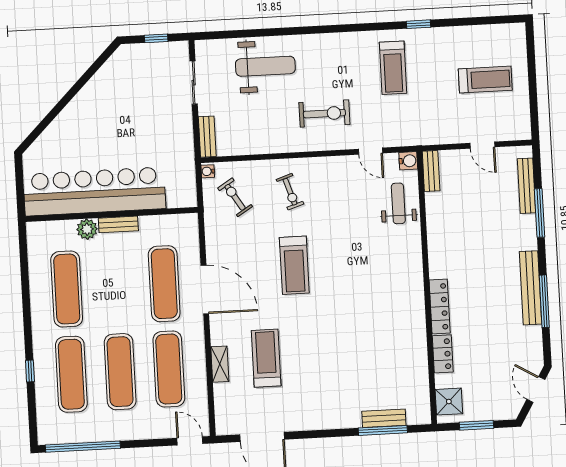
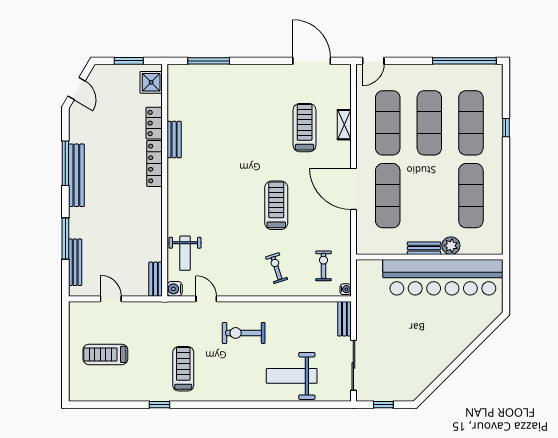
sliding door: (194, 83) -> (353, 365), width x1.37
exercise bike: (235, 197) -> (324, 266), turned -148
treadmill: (266, 358) -> (305, 128), turned 180
bench: (384, 418) -> (174, 140), moved, turned 90
door: (190, 441) -> (373, 61), hinge flipped

